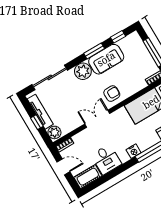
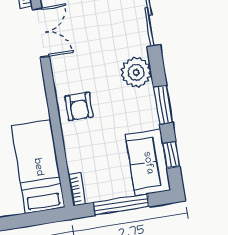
sofa: (106, 59) -> (148, 163), moved
double door: (97, 119) -> (41, 33), moved

